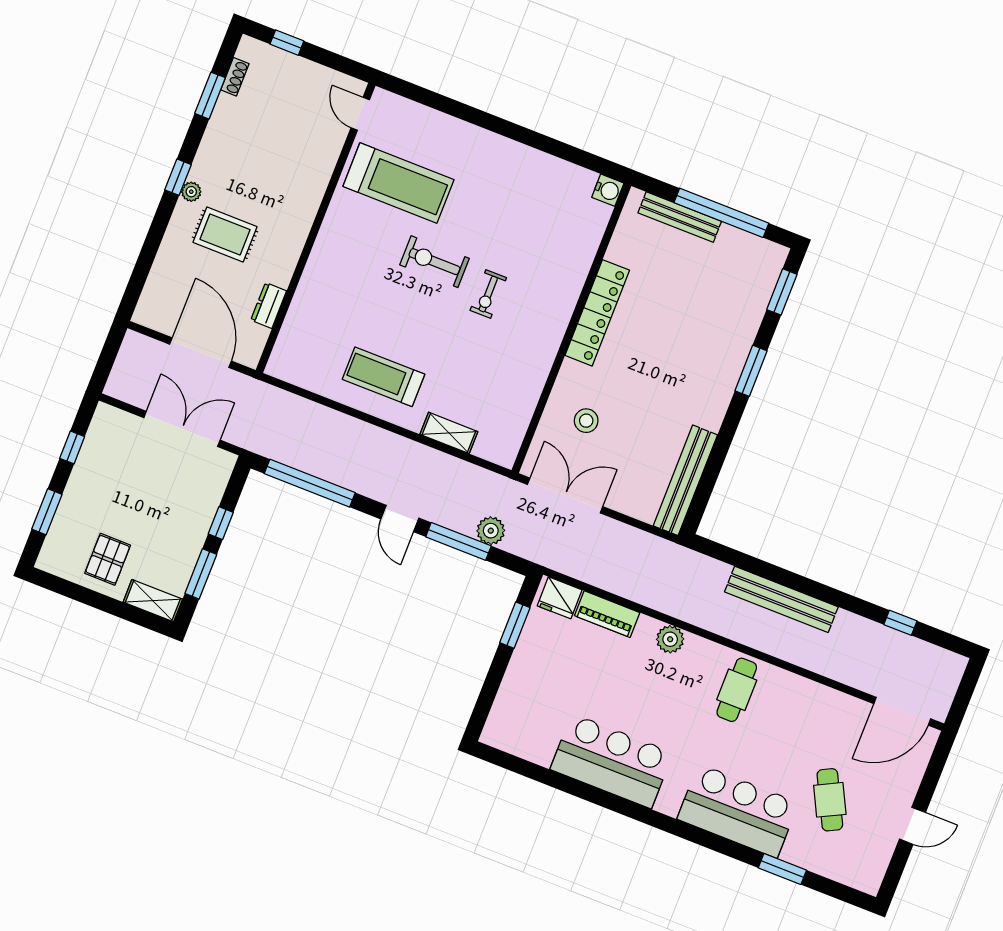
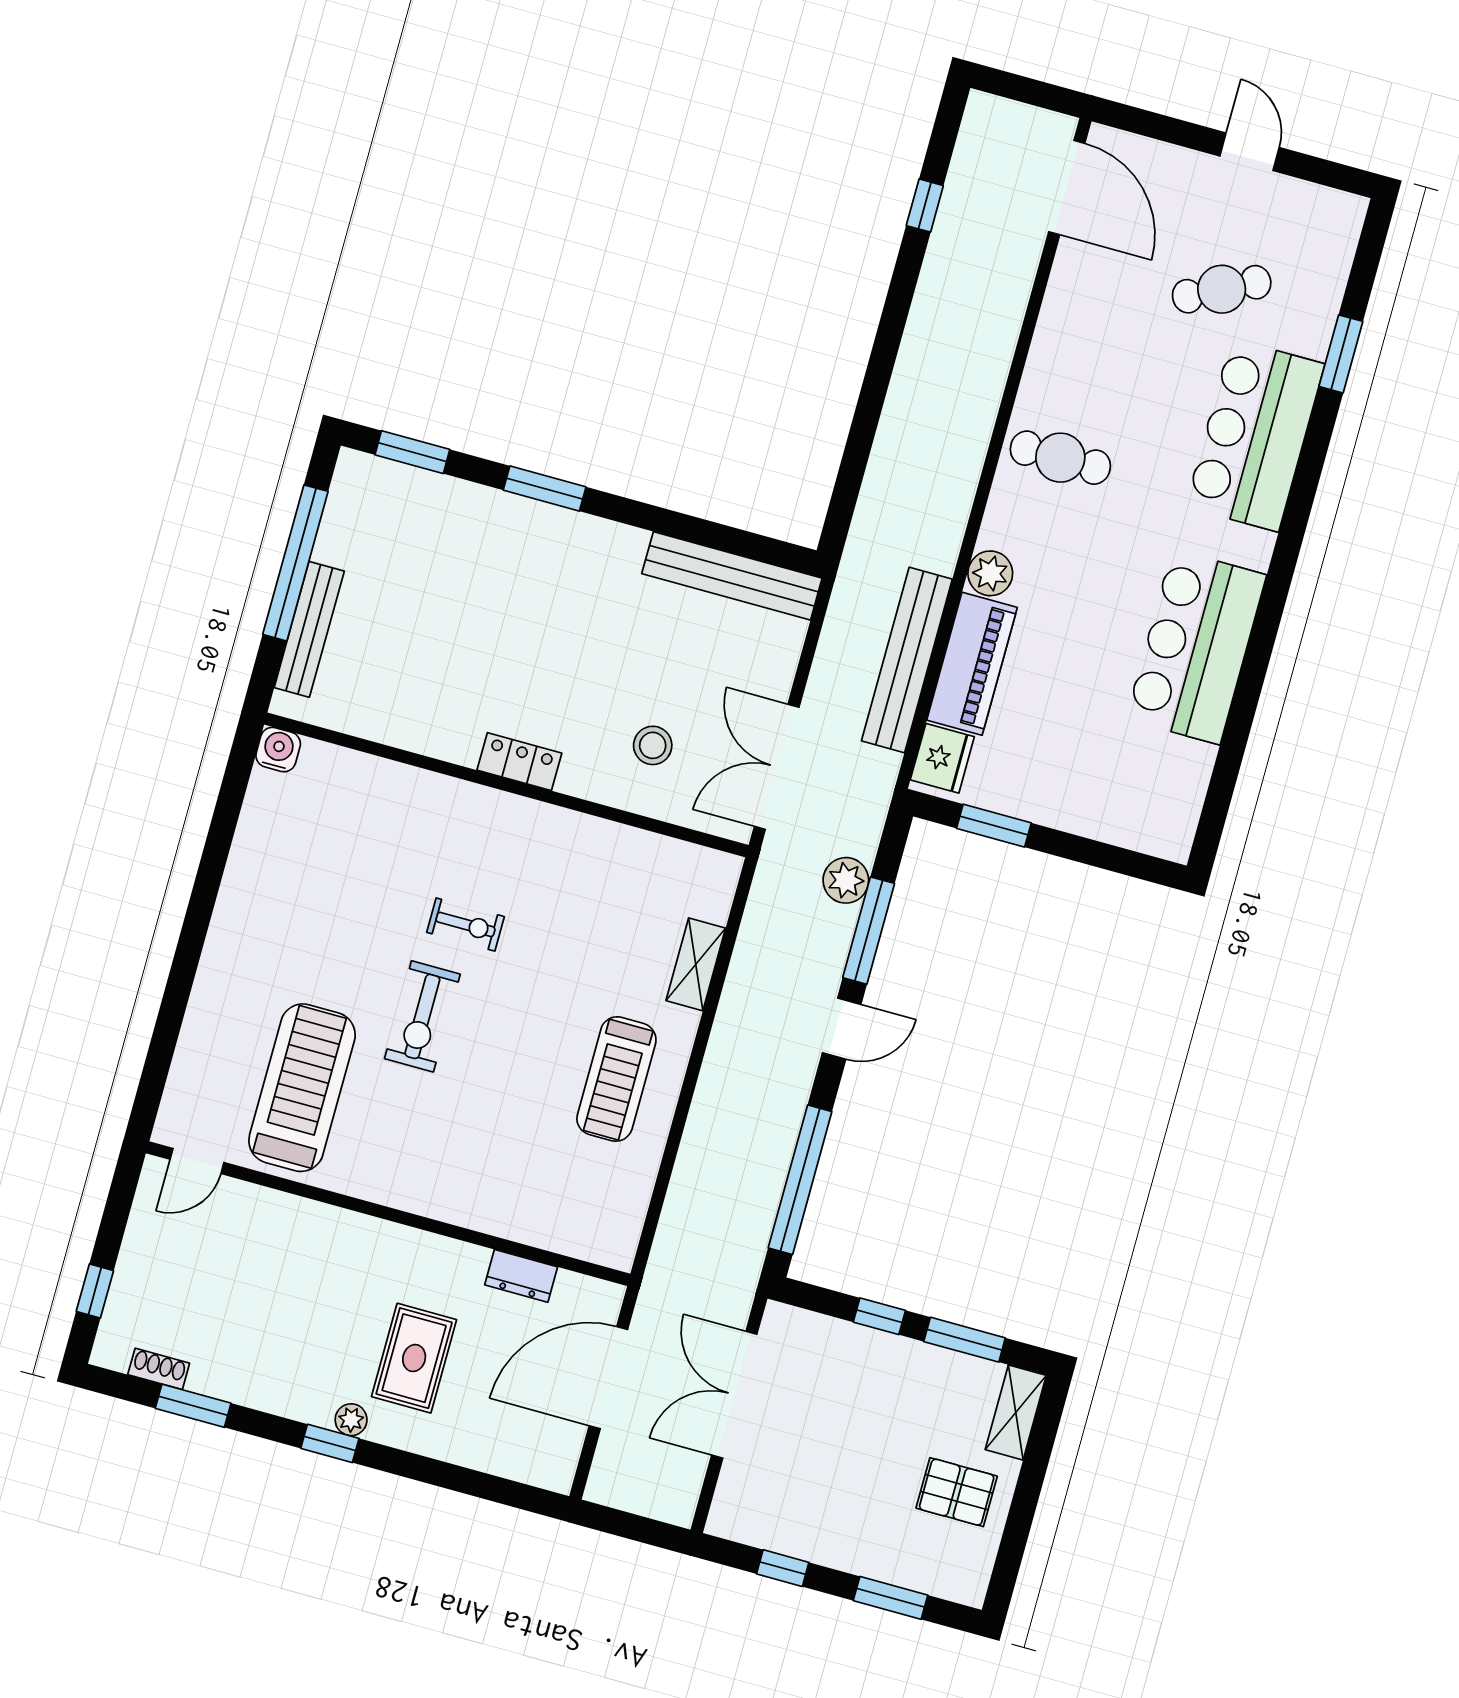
locker: (597, 313) -> (519, 762), width x0.46, depth x0.83
bench: (781, 599) -> (907, 660), moved
piano: (607, 614) -> (972, 664), width x1.37, depth x1.33

